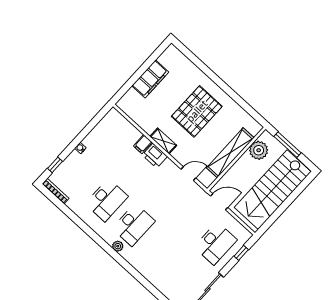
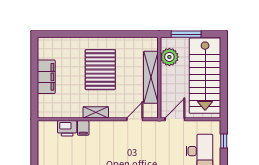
printer: (155, 156) -> (67, 128), moved

